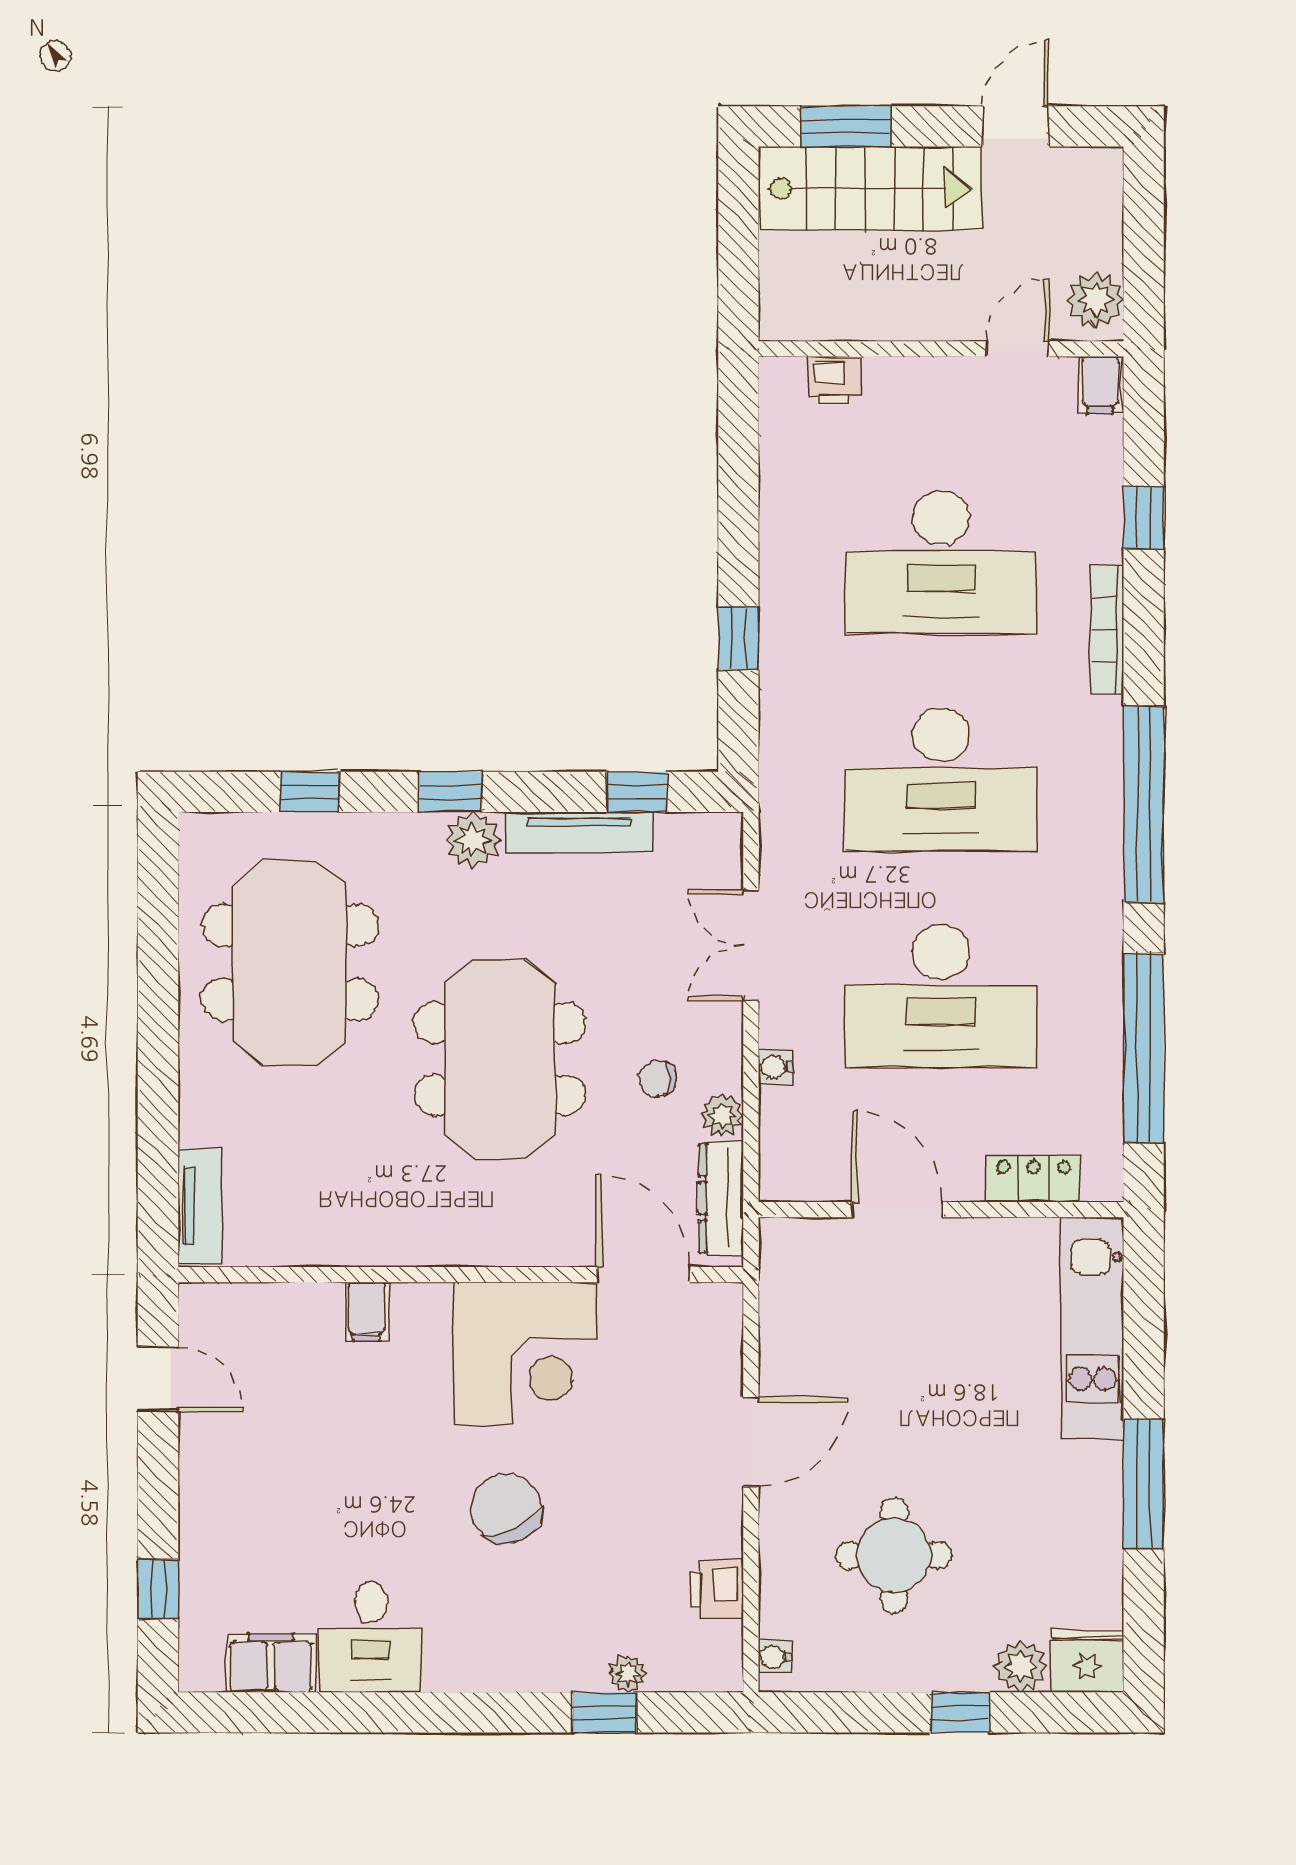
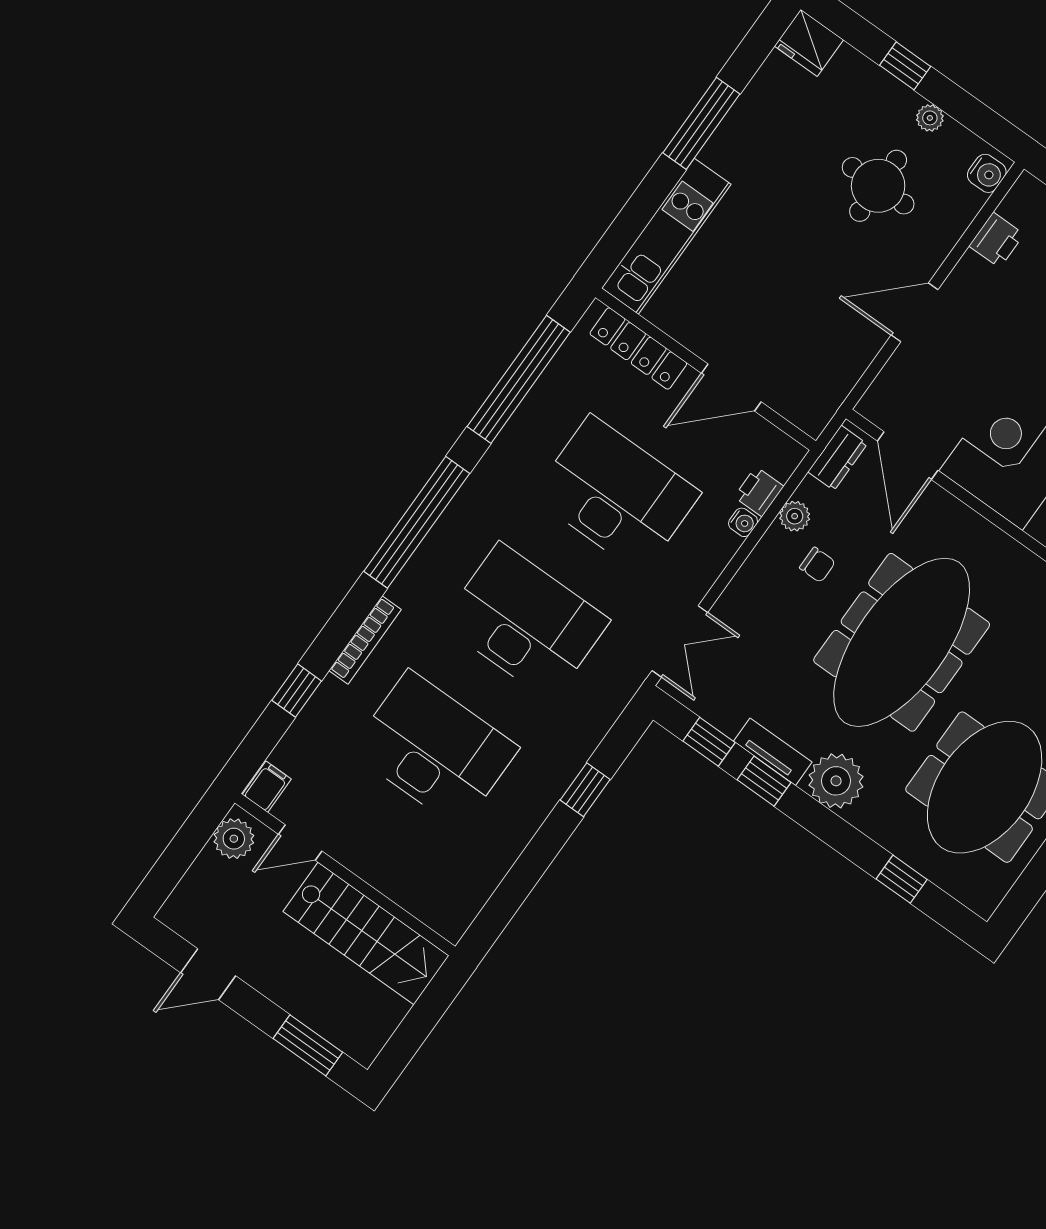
stairs: (870, 188) -> (366, 934), moved, turned 180
printer: (834, 380) -> (759, 492), moved, turned -90
window: (450, 792) -> (764, 781), moved
tv unit: (579, 832) -> (773, 752), width x0.71
plant: (473, 840) -> (836, 781), width x1.36, depth x1.36
double door: (751, 945) -> (680, 641), moved
meeting table: (500, 1059) -> (902, 642), width x1.36
locker: (1034, 1179) -> (638, 348), width x1.53
dresser: (721, 1198) -> (837, 458), width x0.70
door: (897, 1210) -> (731, 387), hinge flipped
water cooler: (775, 1657) -> (987, 173), width x1.38, depth x1.38
plant: (1021, 1666) -> (930, 118), moved, width x0.73, depth x0.73

